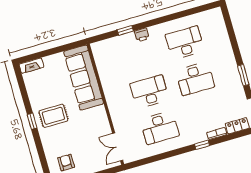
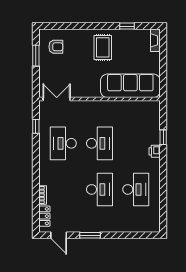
desk: (195, 79) -> (100, 189), turned 180
window: (32, 121) -> (127, 26), moved
window: (202, 145) -> (36, 126), moved

